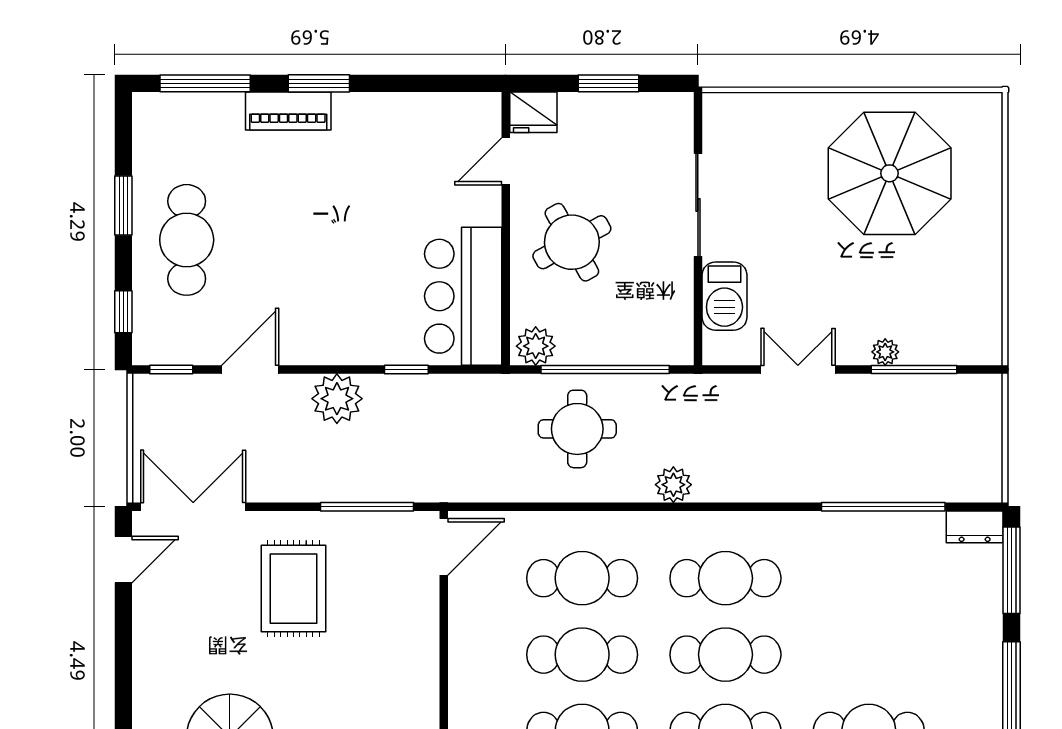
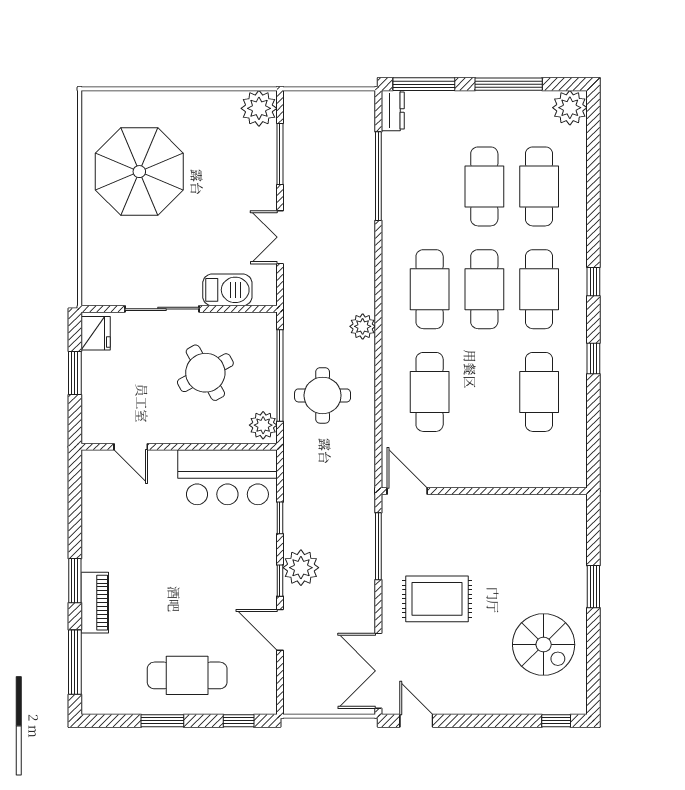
fridge: (533, 112) -> (96, 333), moved
round table: (572, 242) -> (205, 373), moved
plant: (885, 352) -> (259, 108), moved, width x1.88, depth x1.88
window: (171, 369) -> (280, 581), moved
cafe table: (582, 655) -> (484, 186), moved

